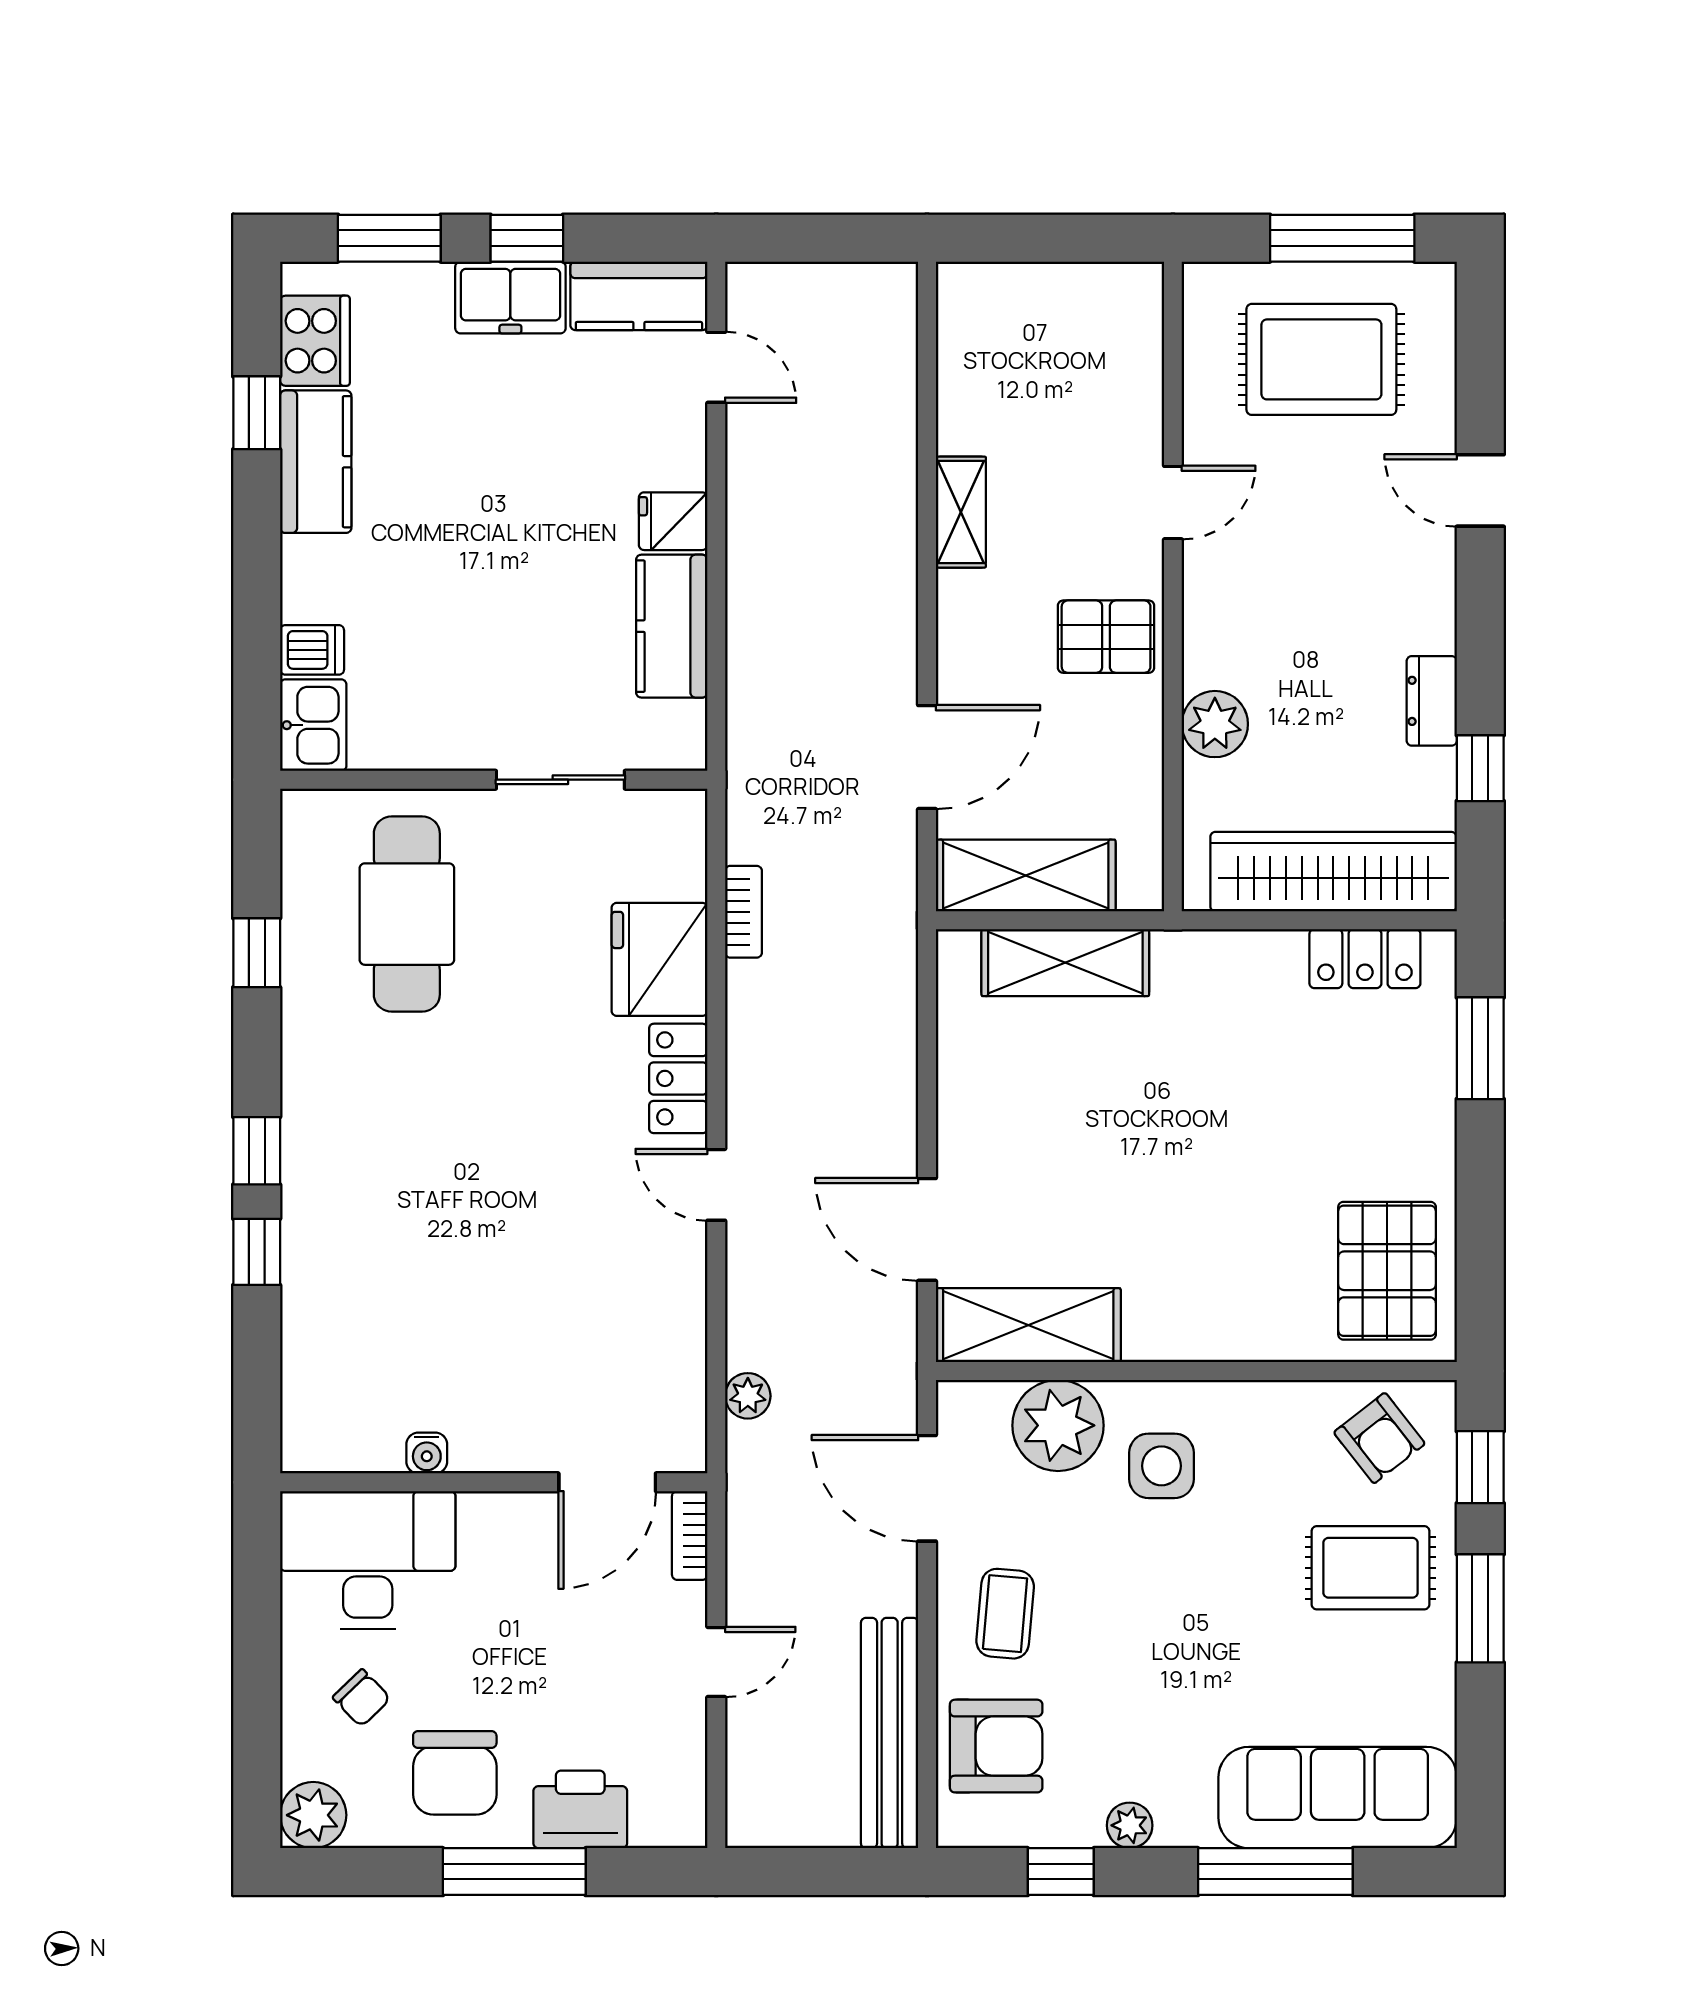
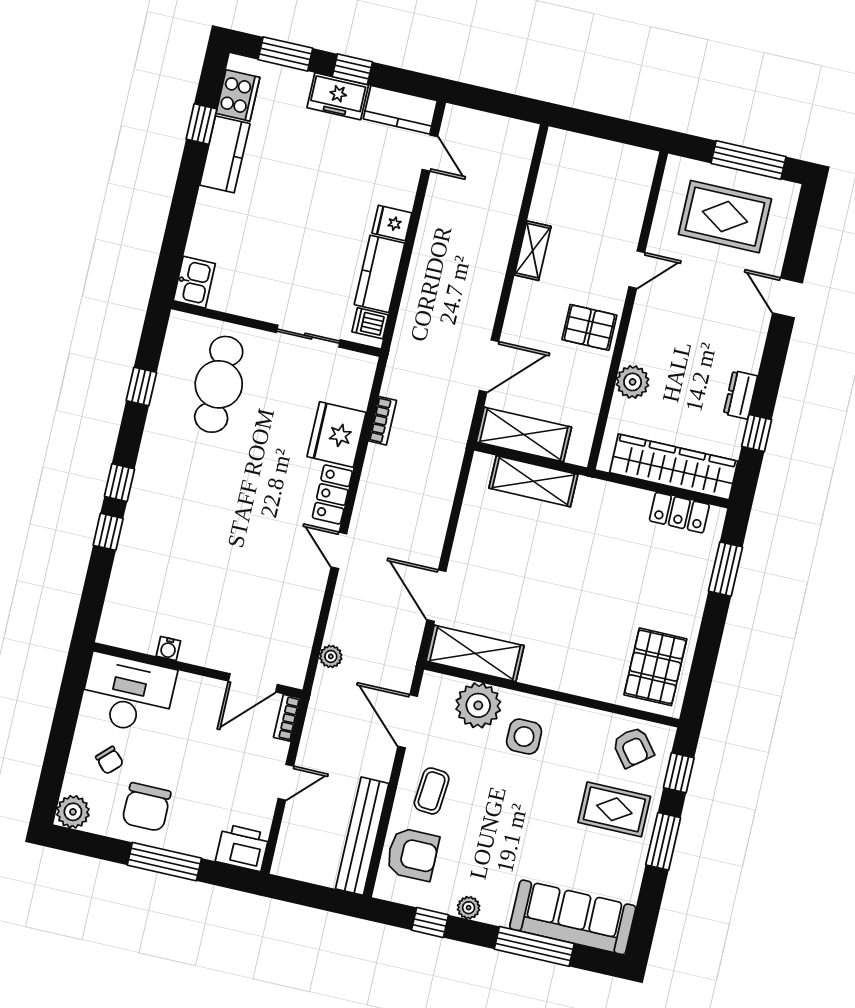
dishwasher: (312, 650) -> (370, 323), moved, turned 180
printer: (580, 1809) -> (242, 848), moved

